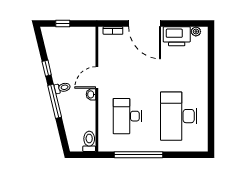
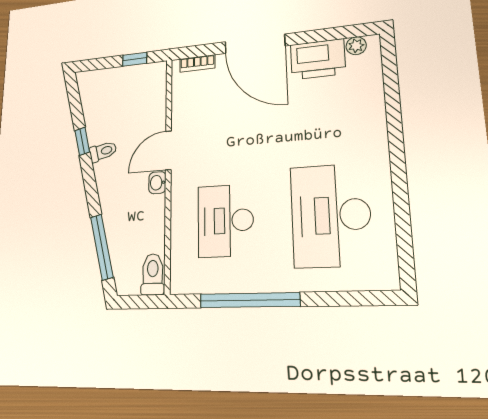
window: (63, 23) -> (135, 59), moved
toilet: (62, 88) -> (103, 151), moved
window: (55, 101) -> (102, 247), moved

